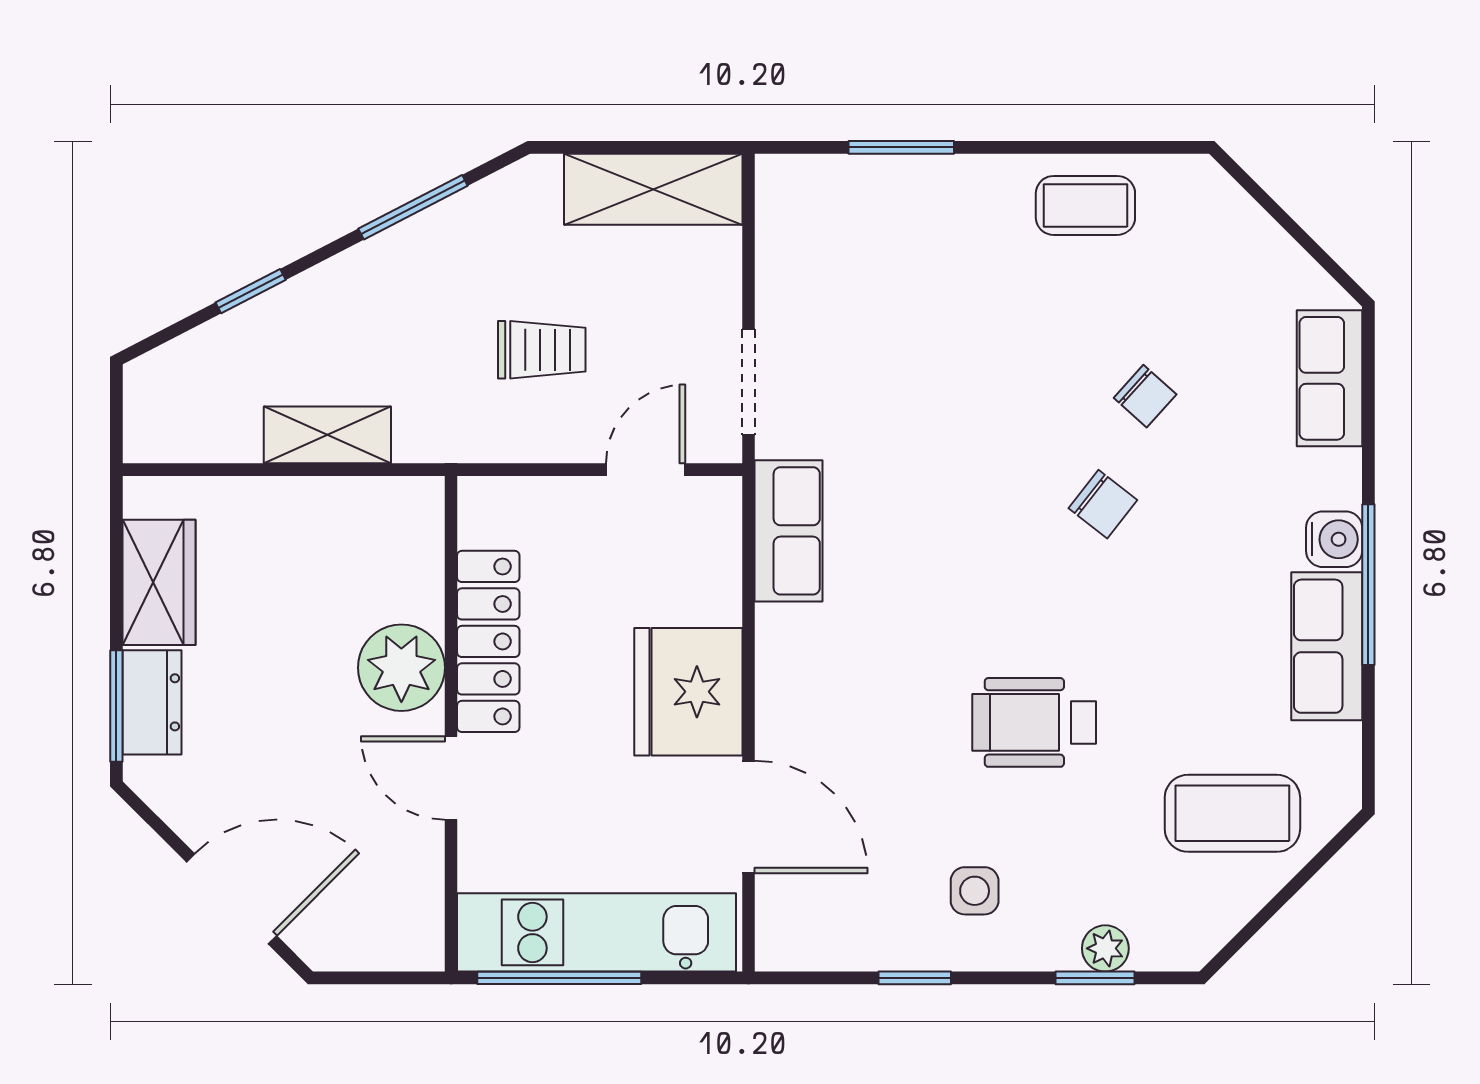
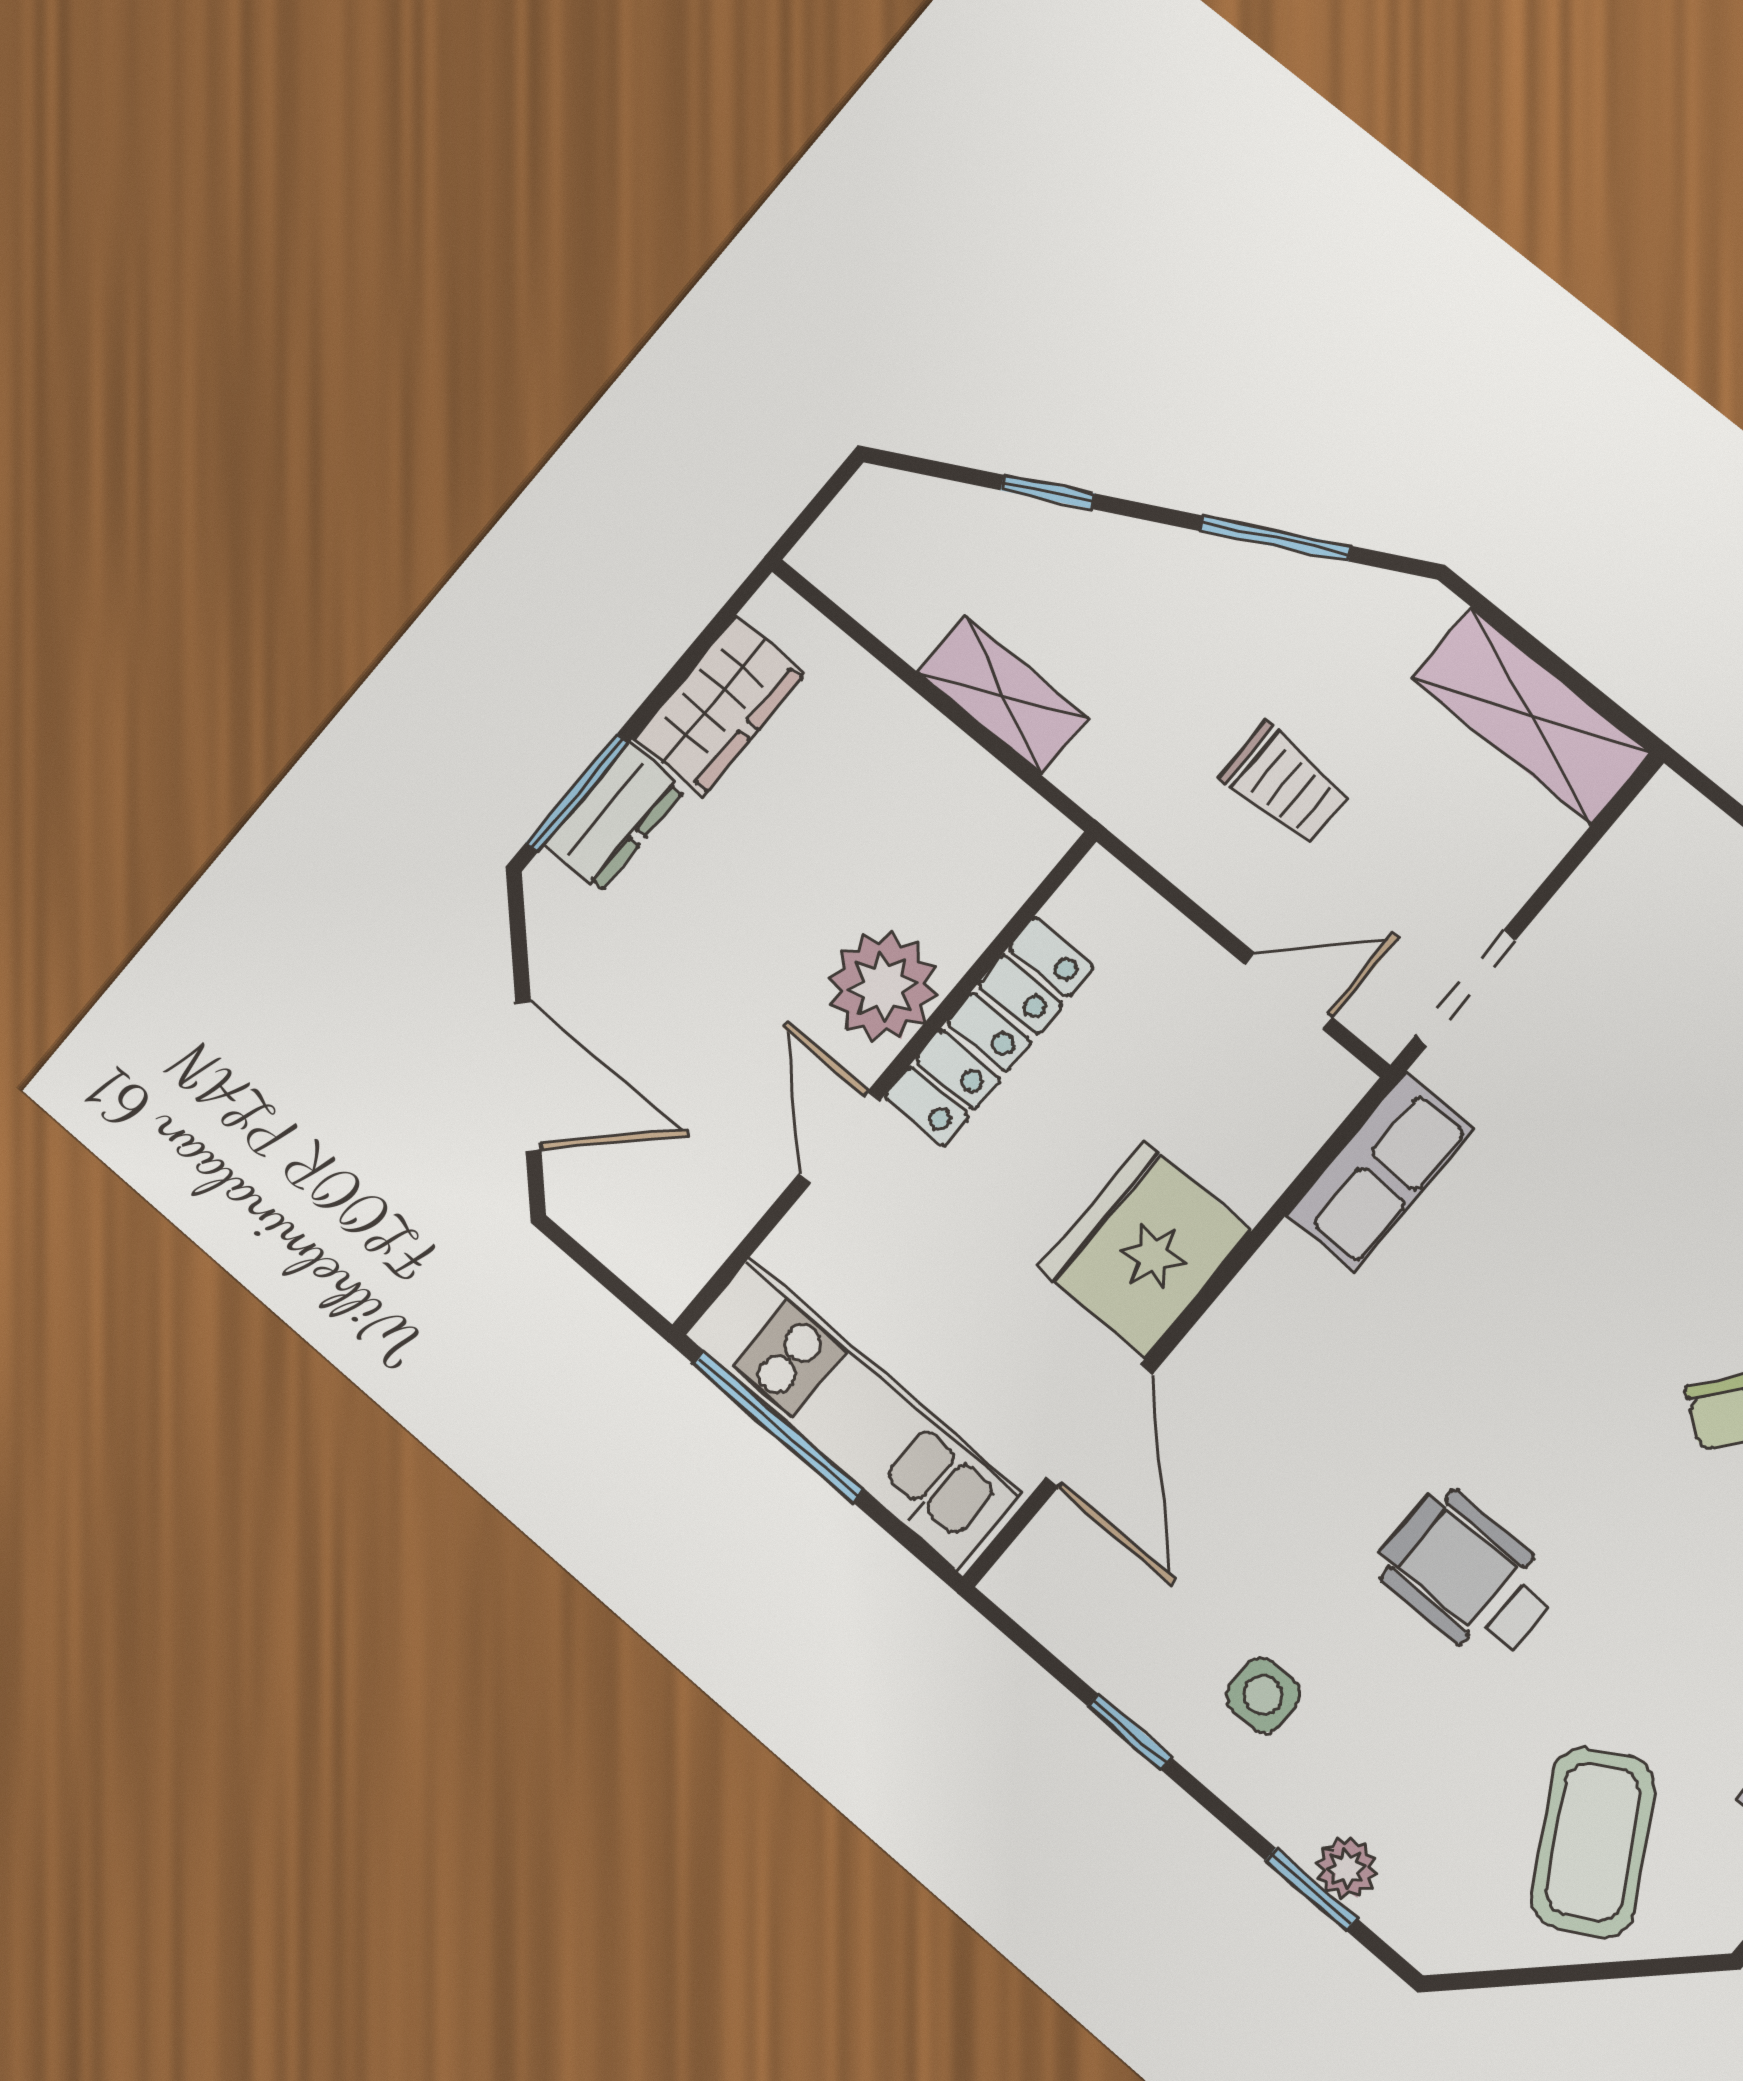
coffee table: (1232, 813) -> (1593, 1842), turned 60

